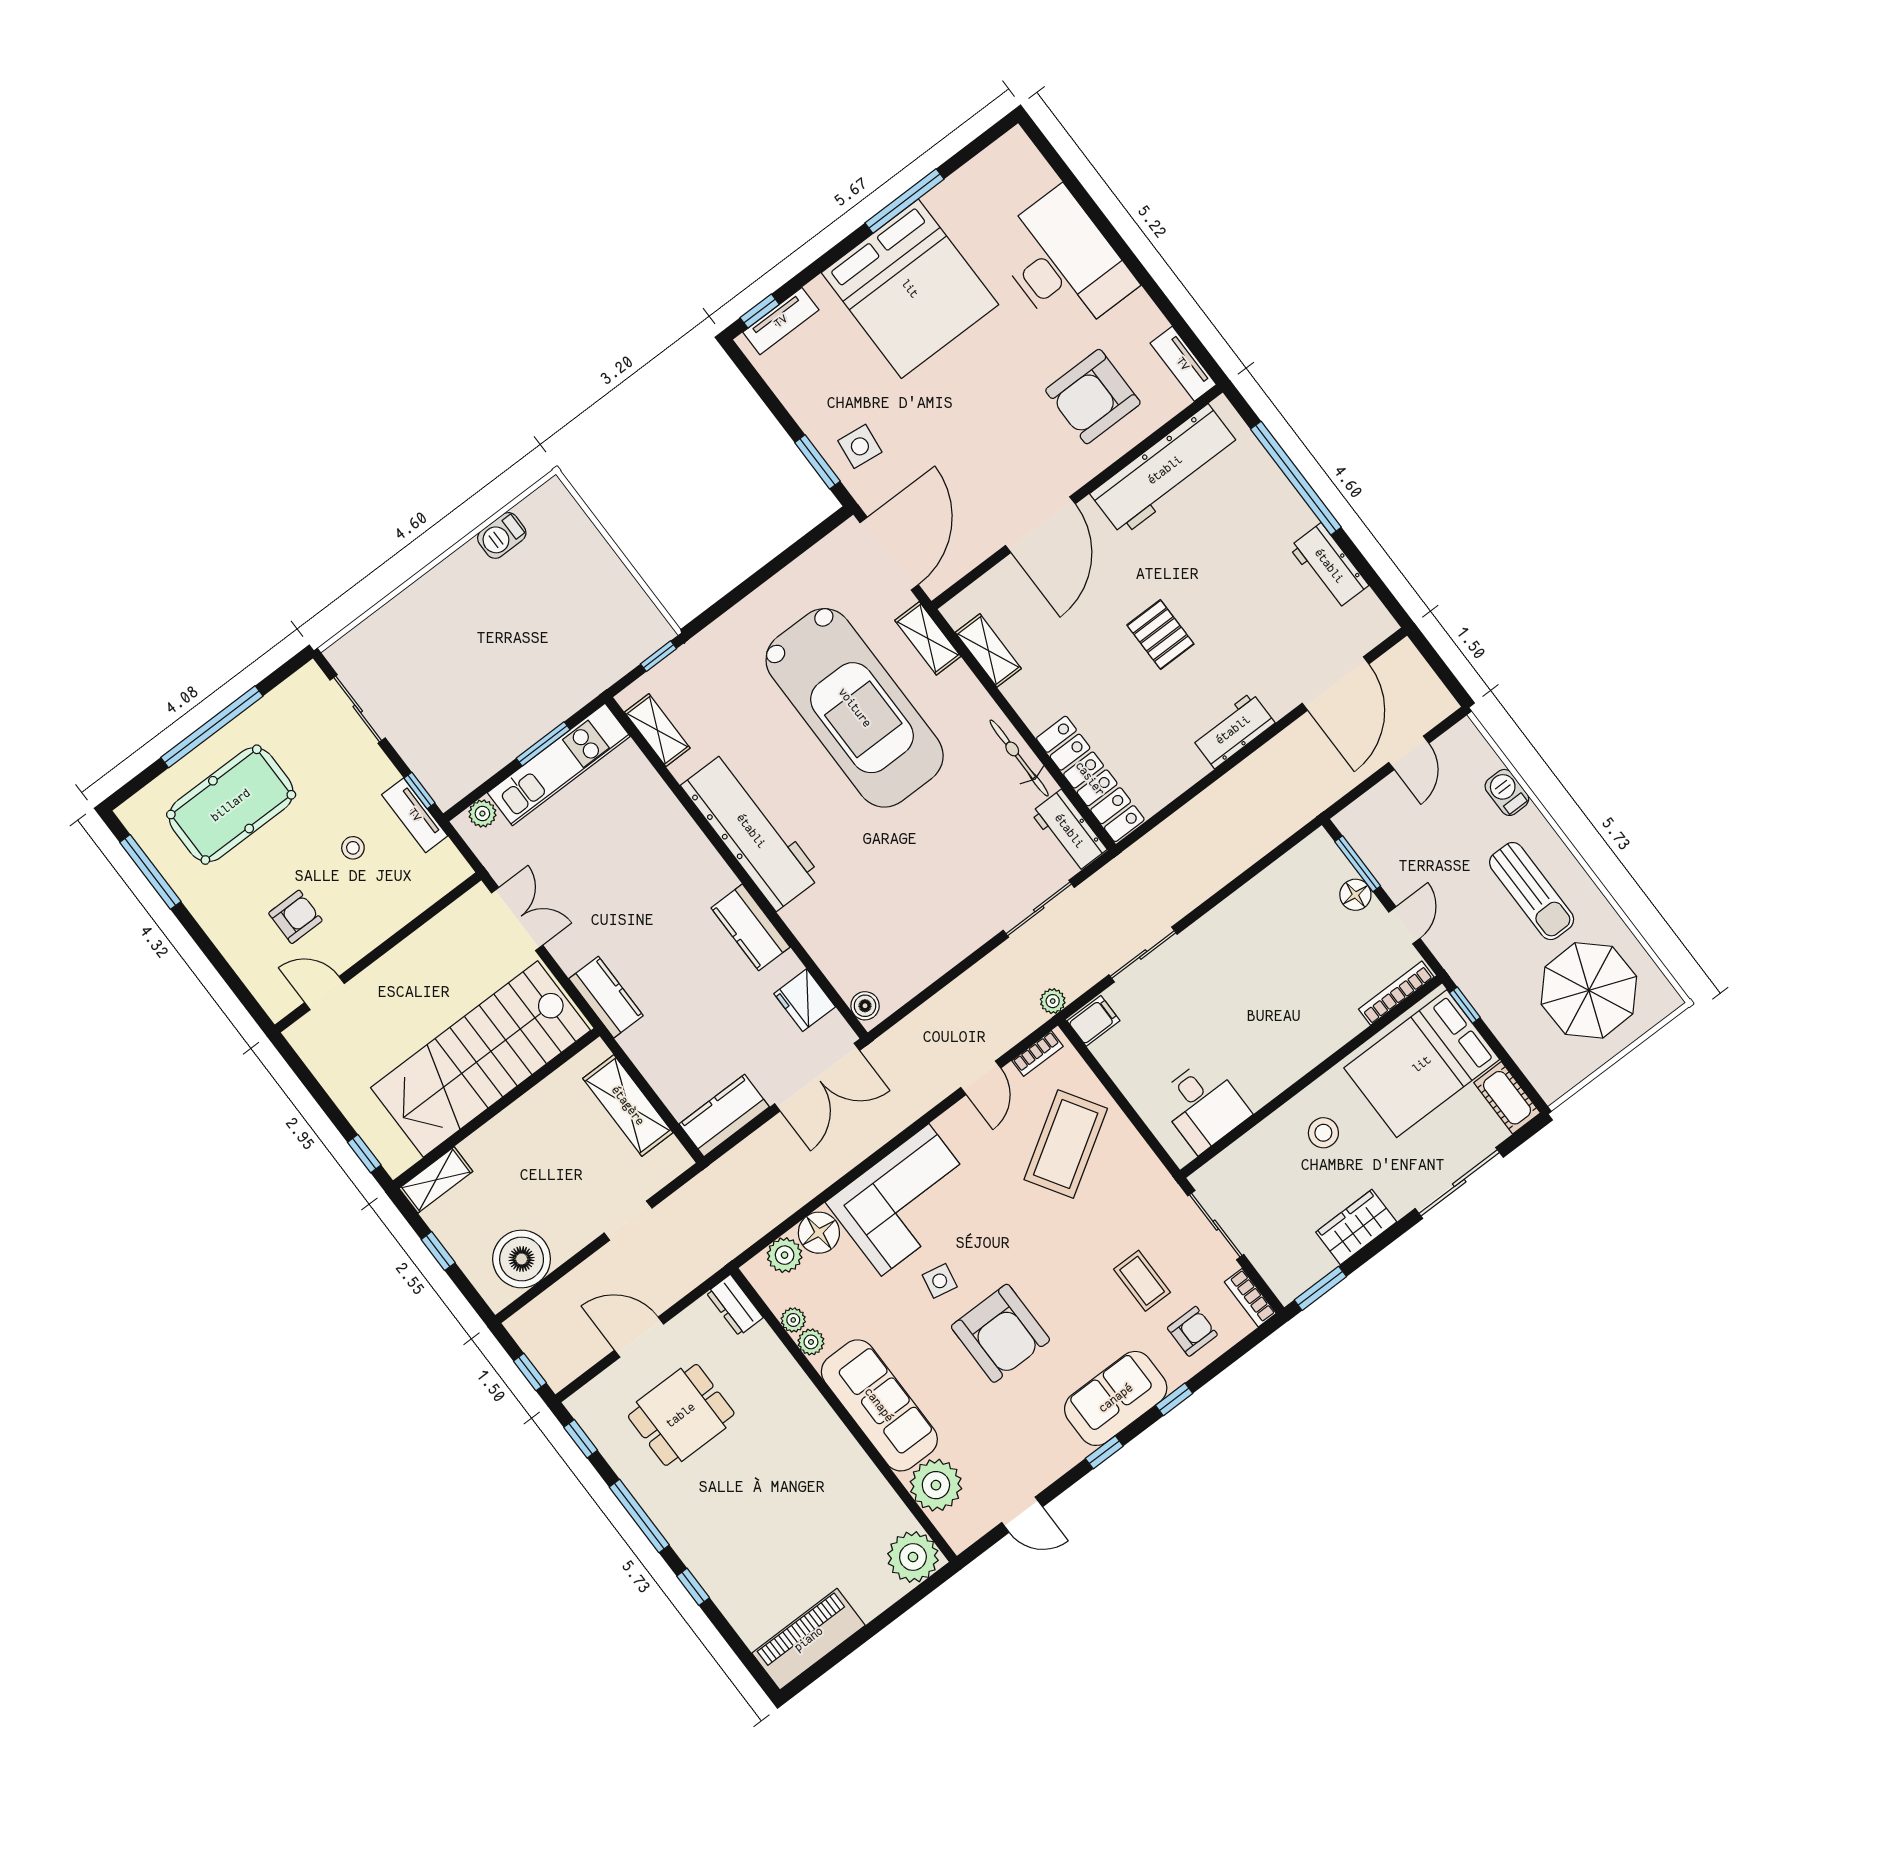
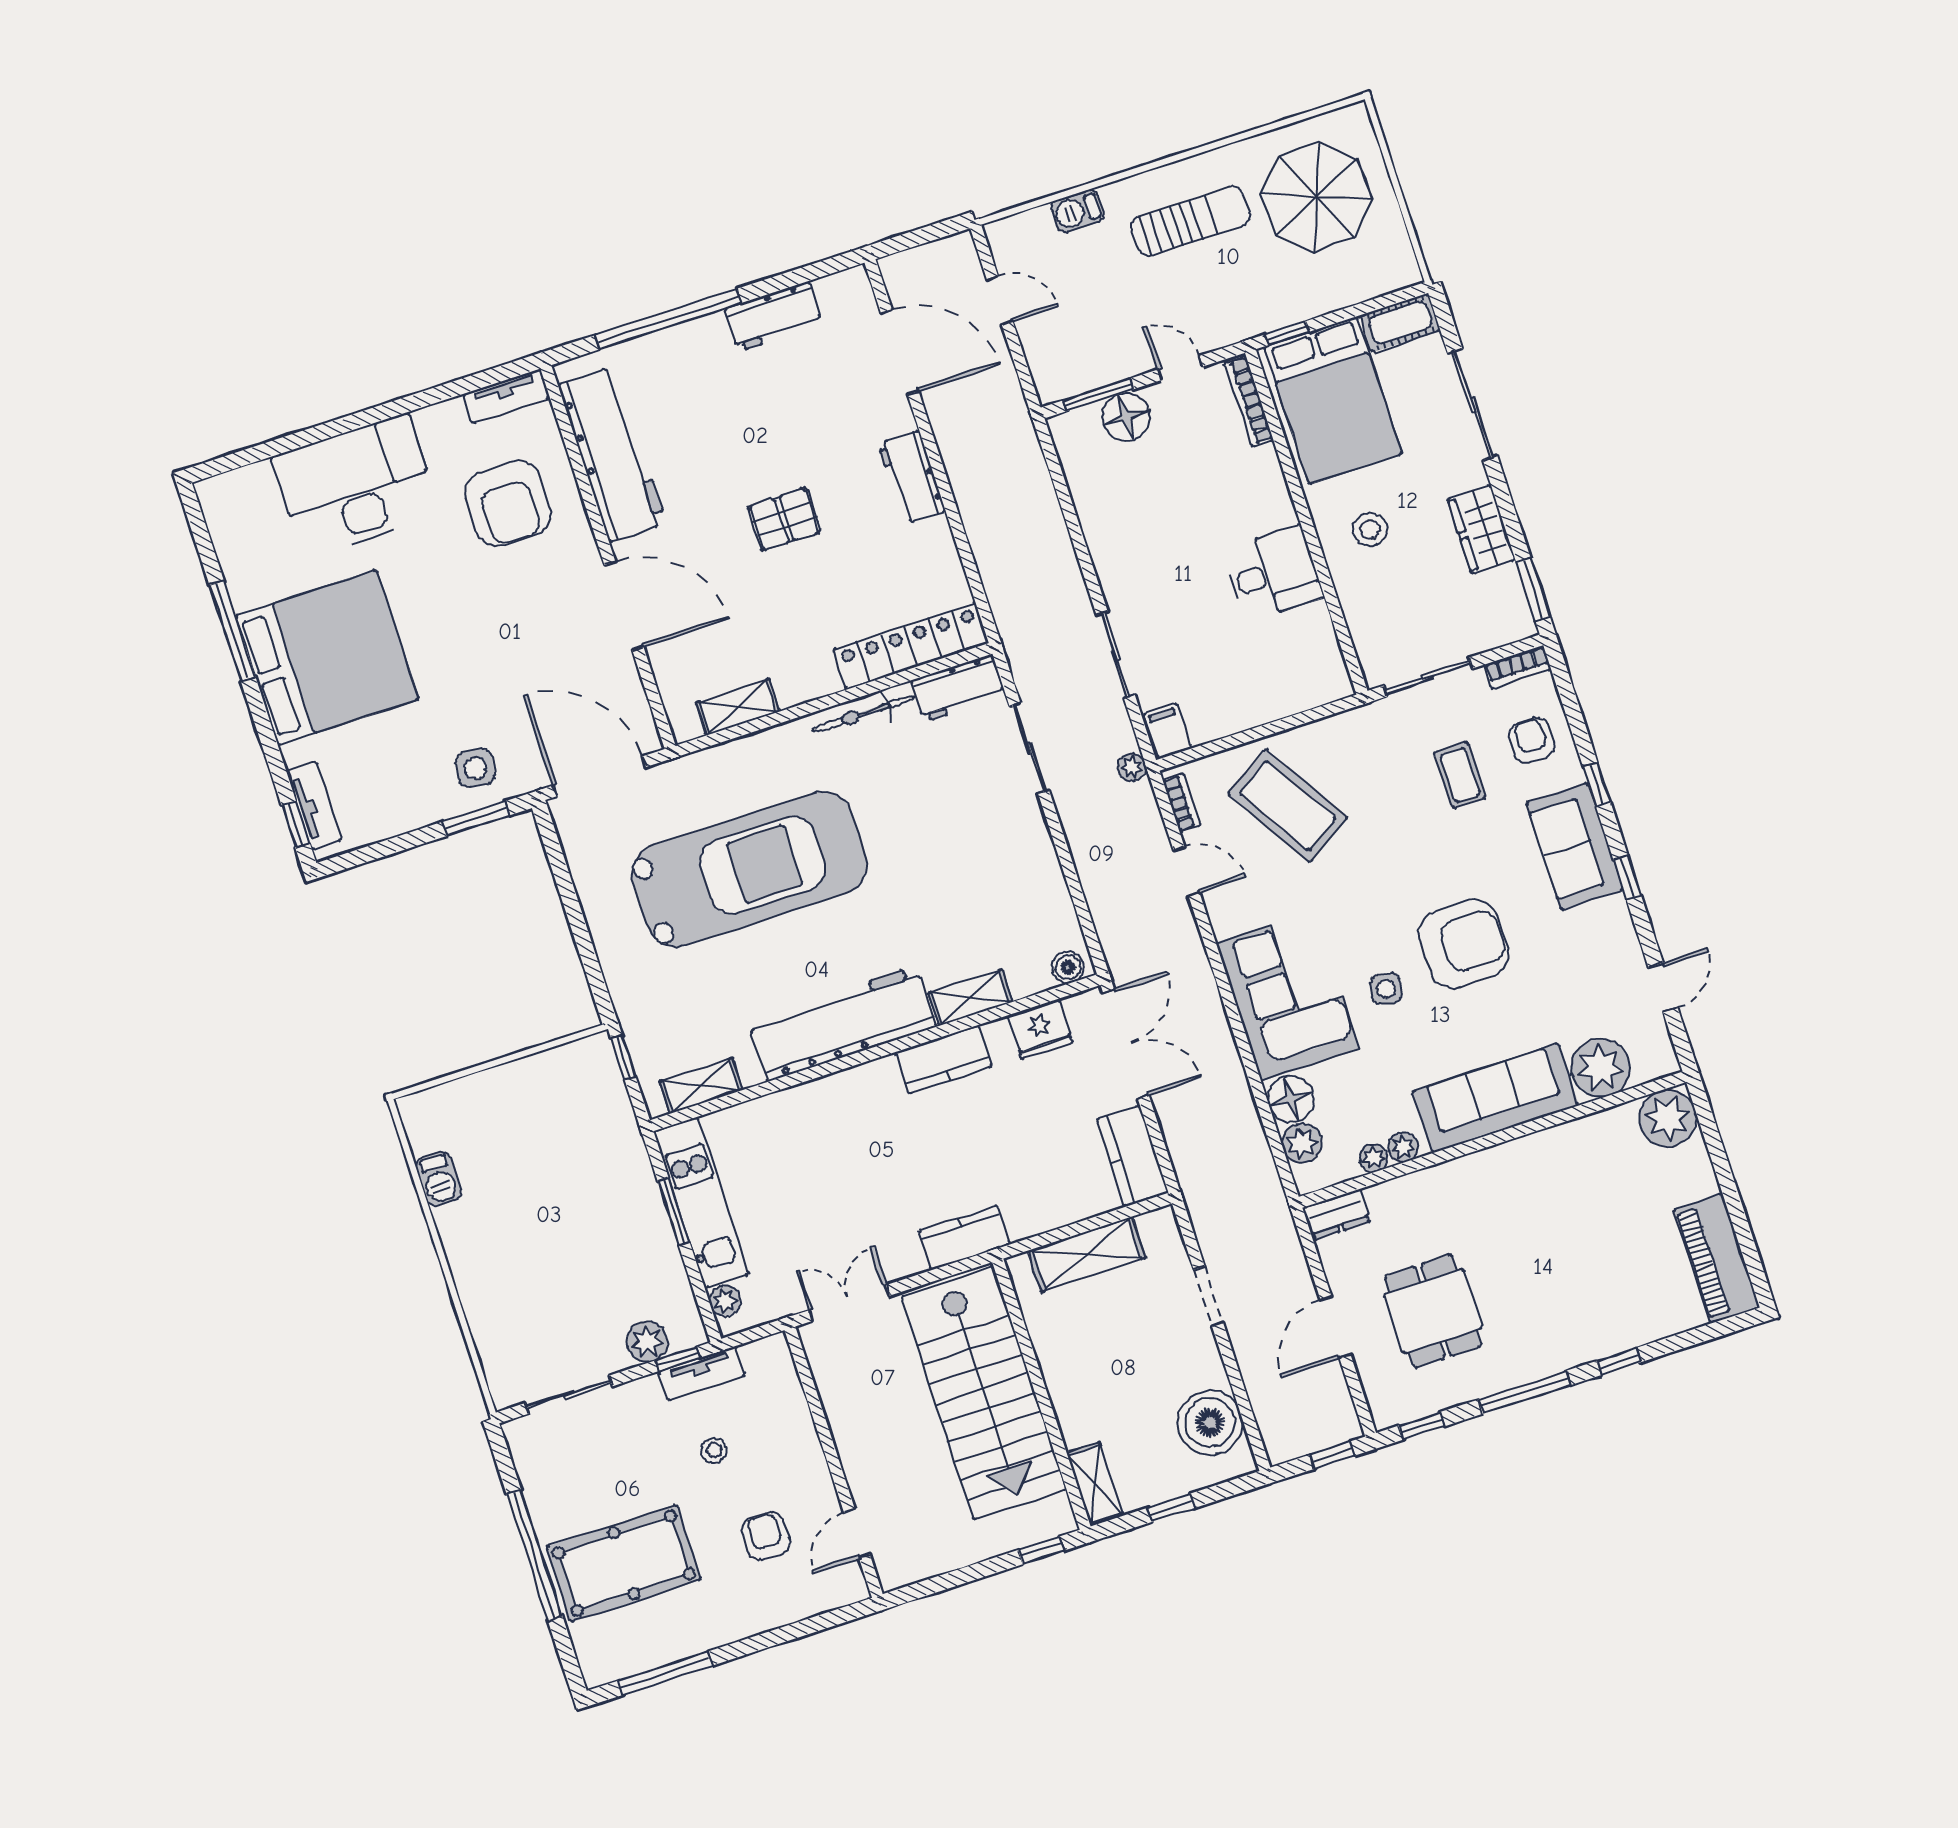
shelving: (928, 638) -> (970, 998), moved
plant: (425, 760) -> (647, 1342), added
pool table: (231, 805) -> (624, 1563), turned 90
floor lamp: (1355, 895) -> (1126, 417), width x1.38, depth x1.38
desk: (1203, 1105) -> (1273, 573), moved
coffee table: (1142, 1281) -> (1460, 775), turned 90

